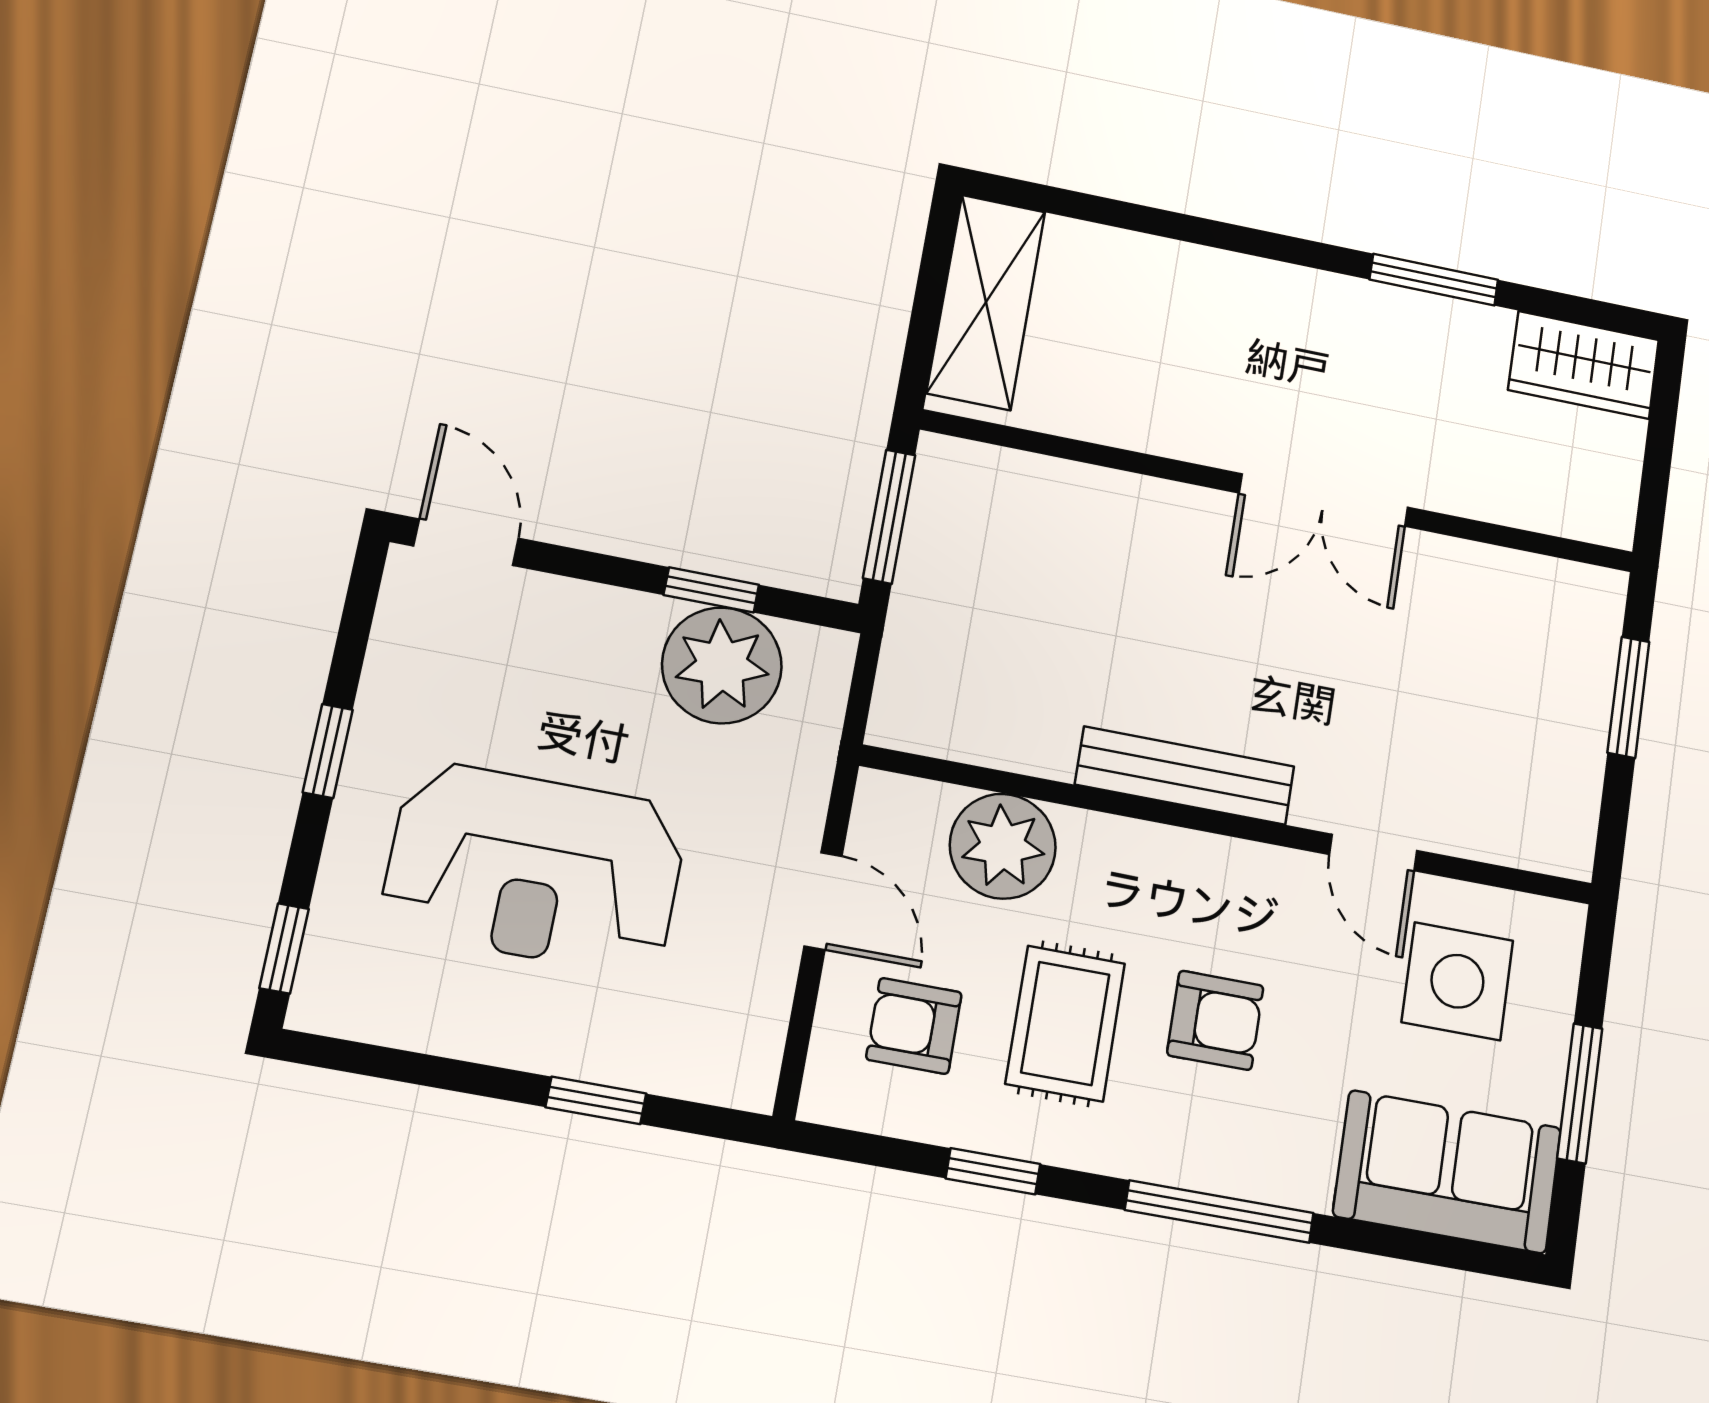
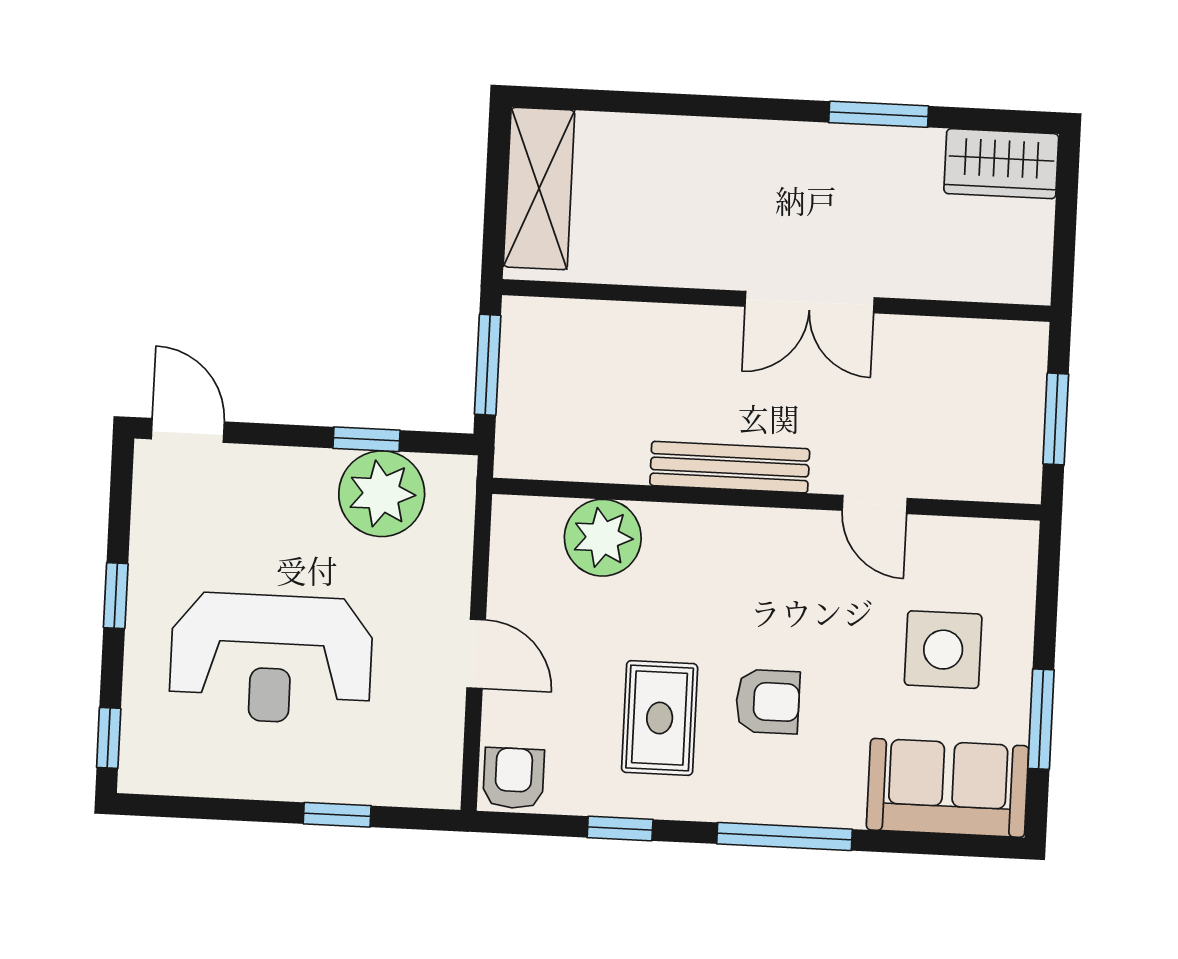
bench: (1185, 775) -> (730, 467), moved
wall: (1230, 825) -> (766, 499), moved
plant: (1003, 846) -> (603, 538), moved
door: (1373, 852) -> (875, 504), moved
armchair: (914, 1026) -> (514, 778), moved, turned 90

